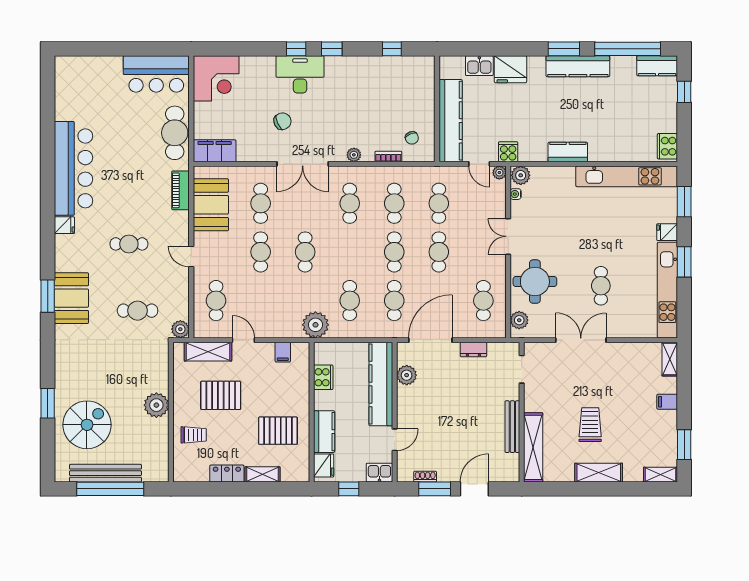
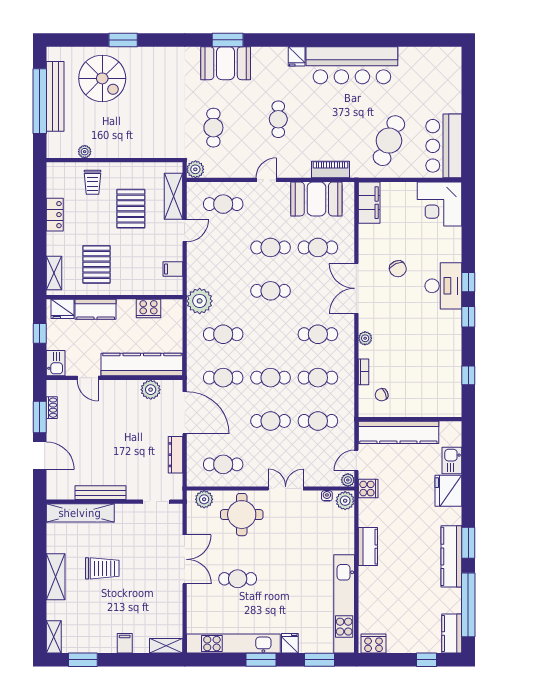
cafe table: (175, 133) -> (389, 141), moved, turned -68
dresser: (473, 349) -> (176, 455), width x1.44
plant: (156, 405) -> (85, 152), moved, width x0.53, depth x0.53
shelving: (262, 474) -> (54, 273), moved

